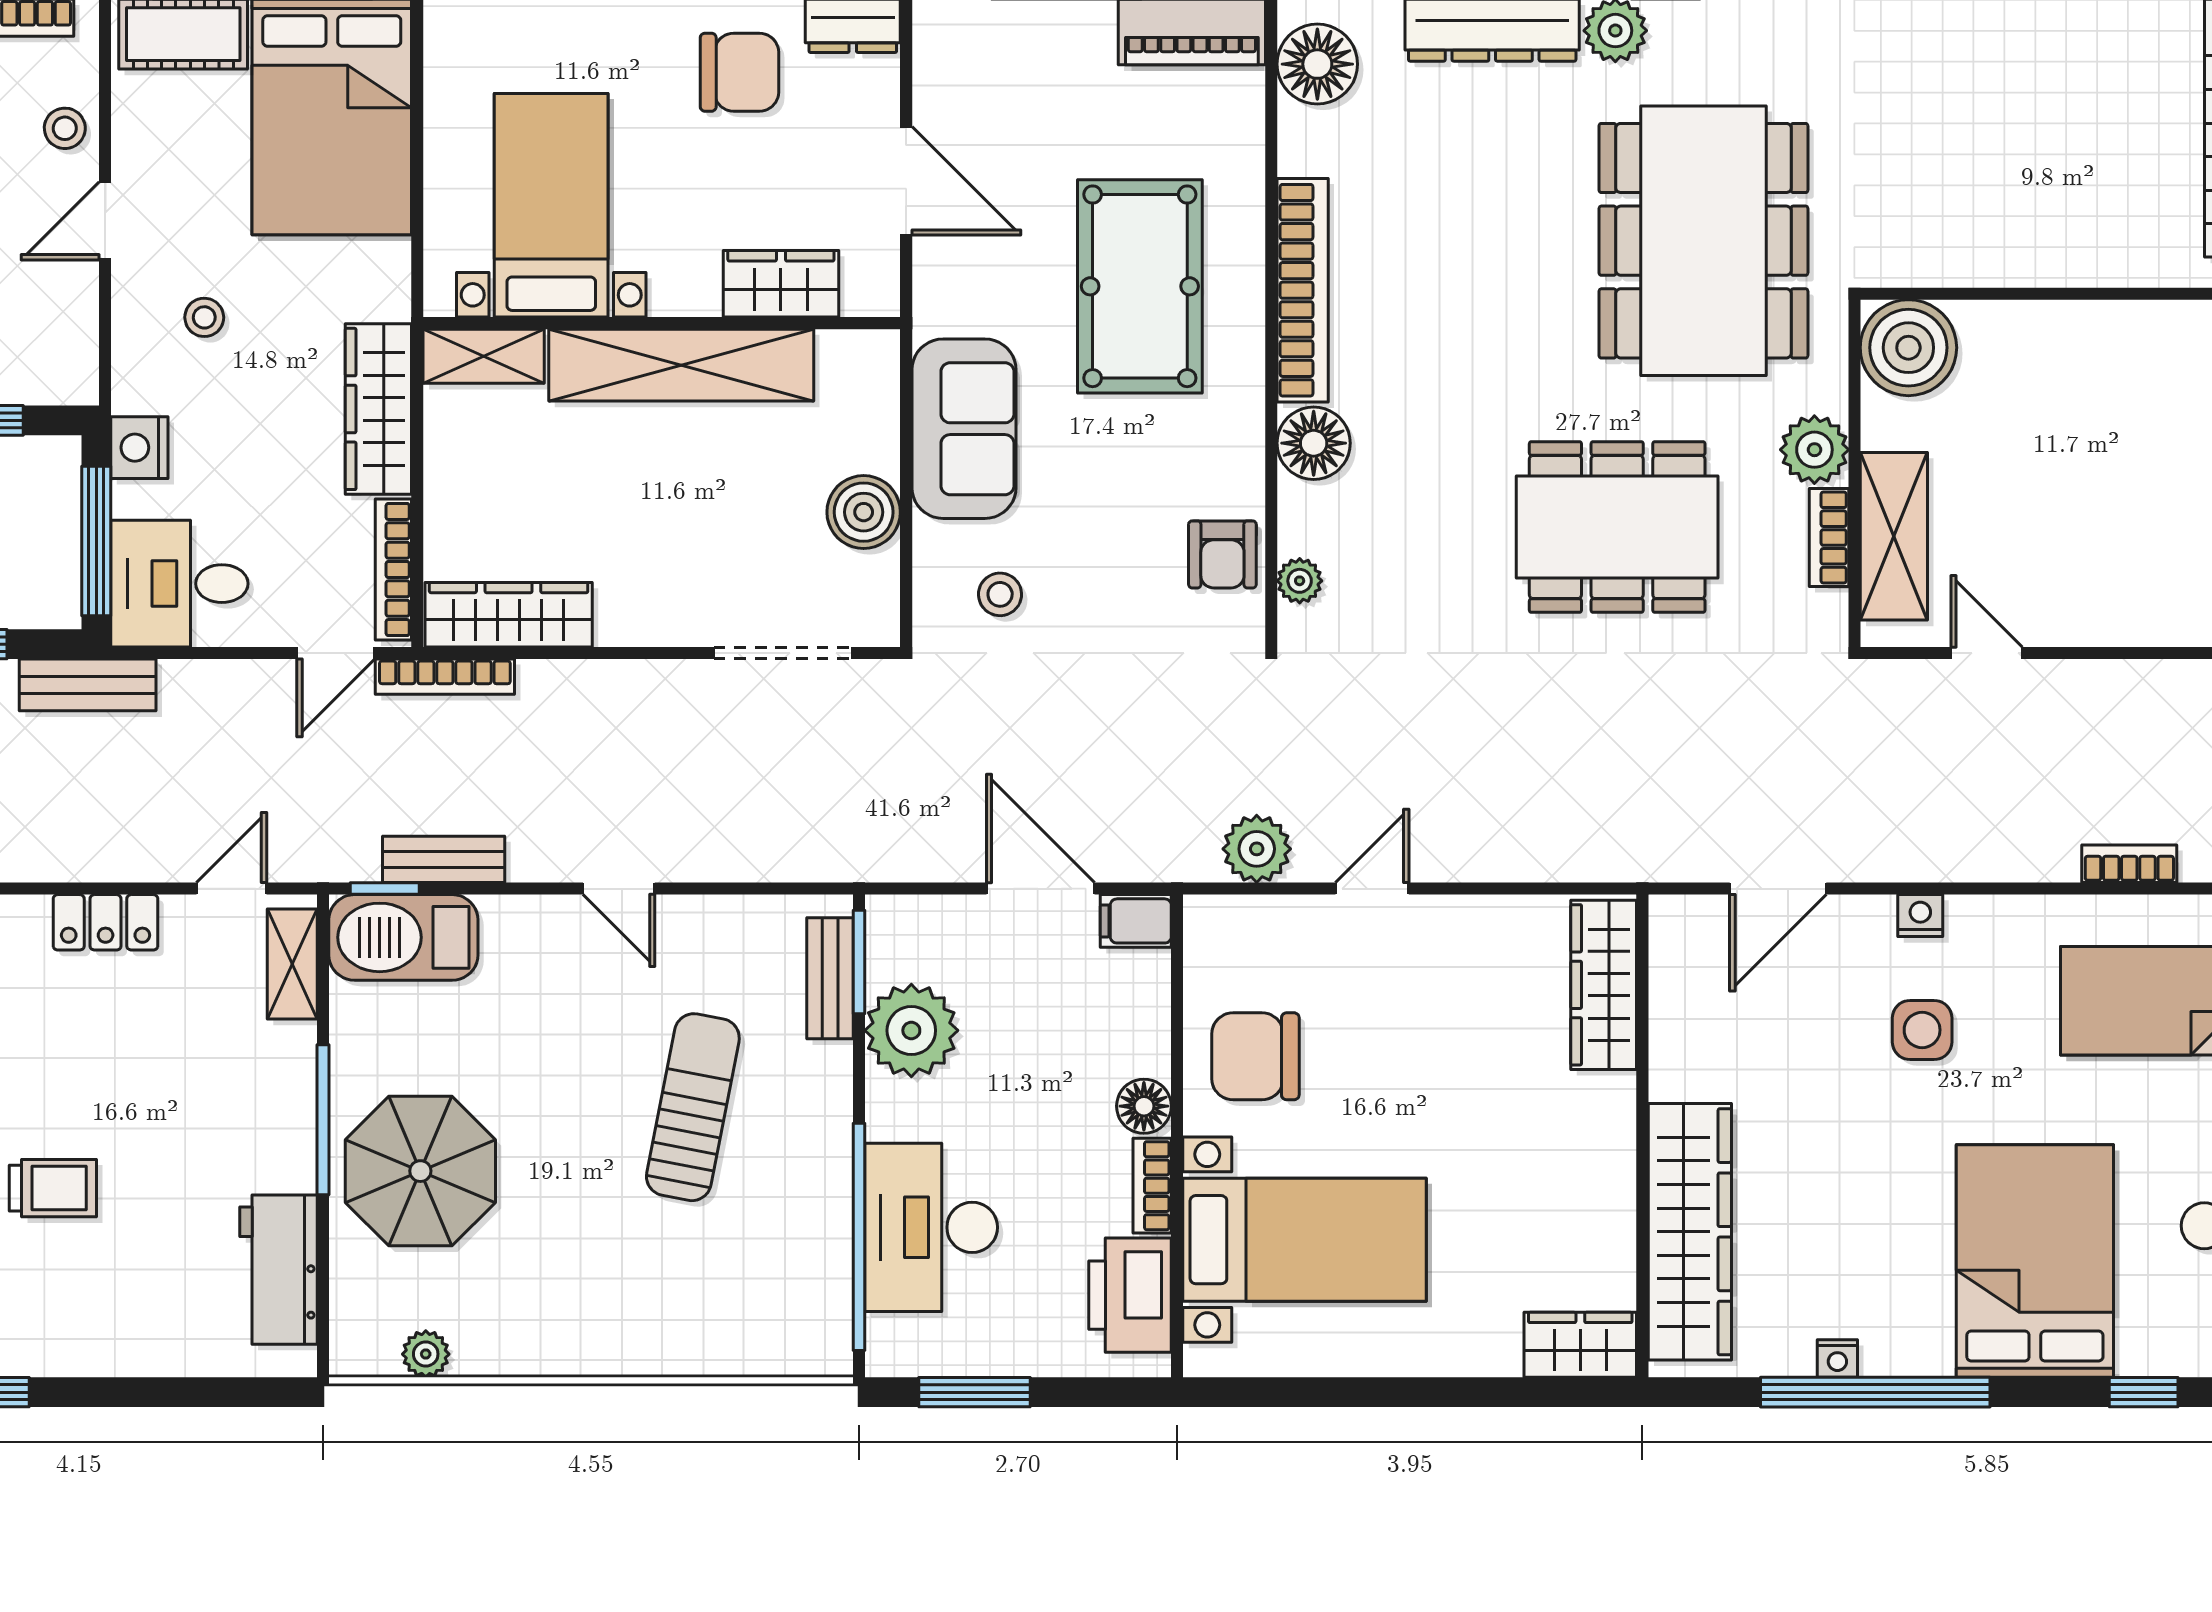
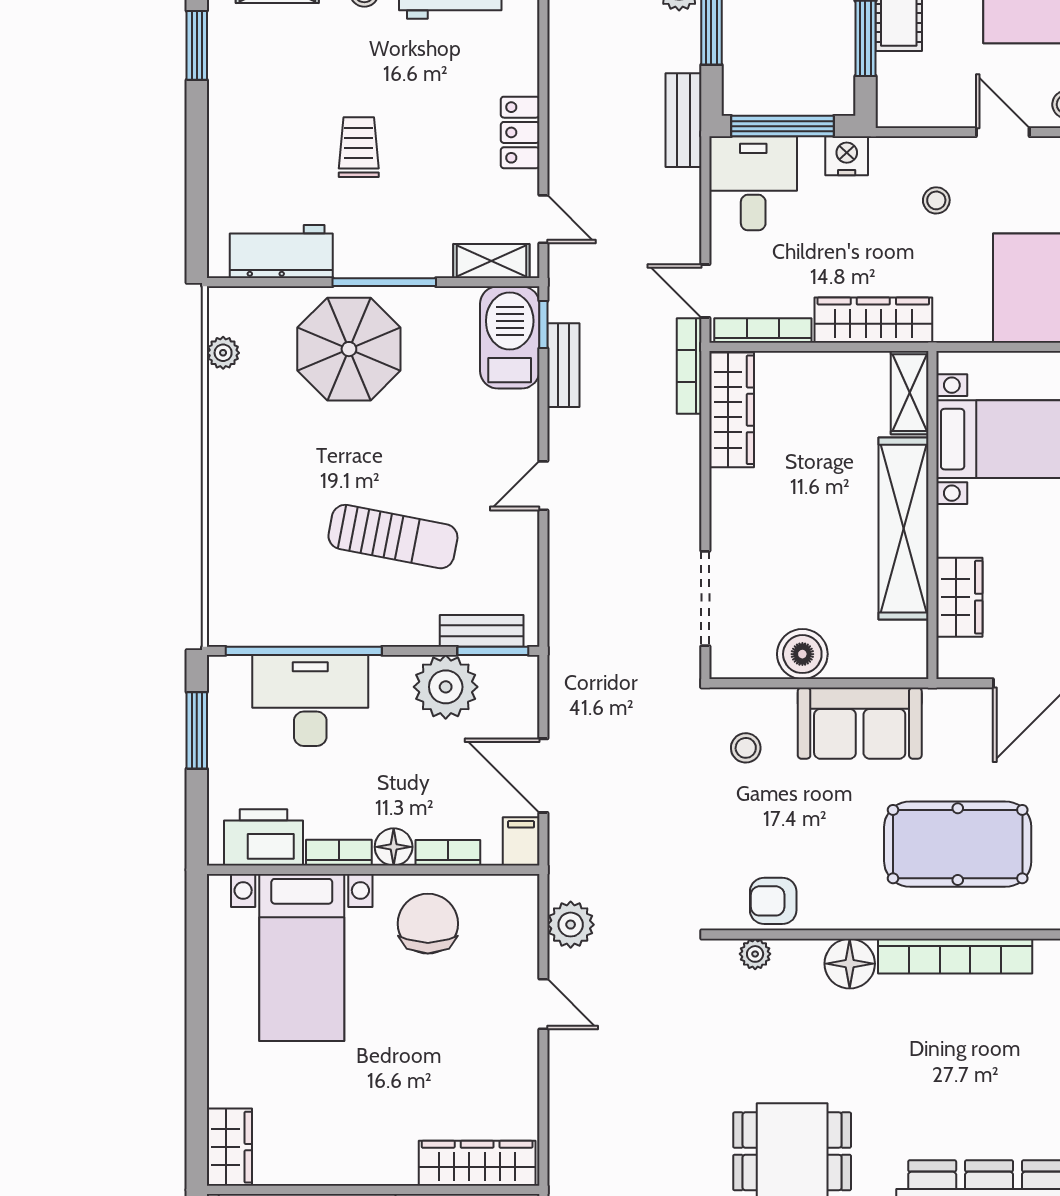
door: (1040, 889) -> (543, 776), swing flipped
bookcase: (1152, 1027) -> (448, 853), added
trolley: (53, 1188) -> (359, 147), moved, turned 180

